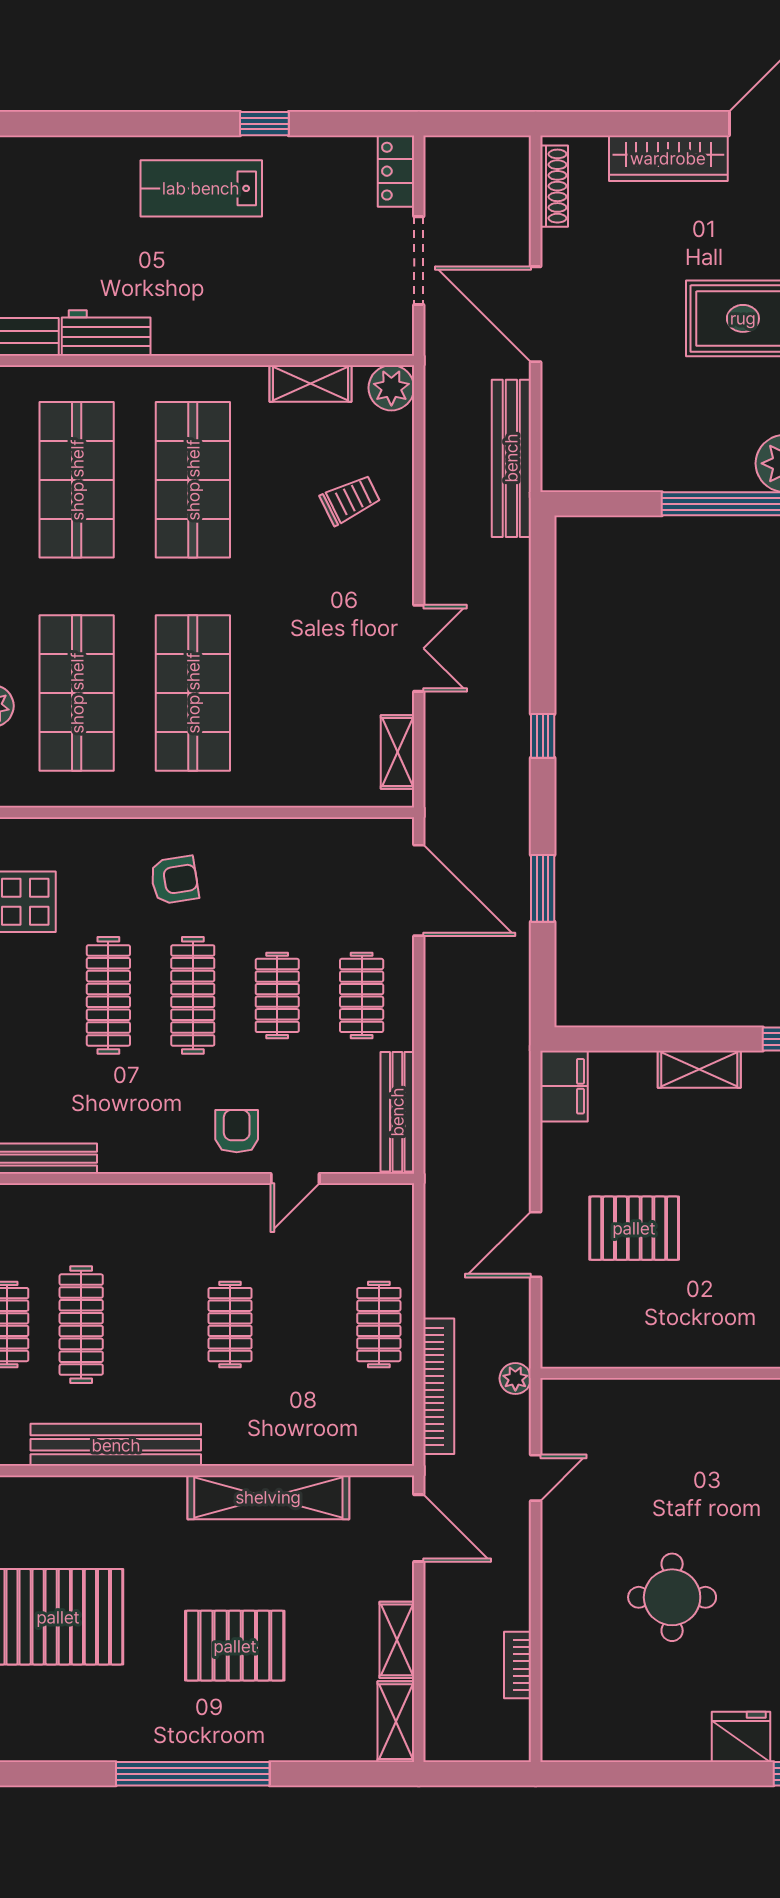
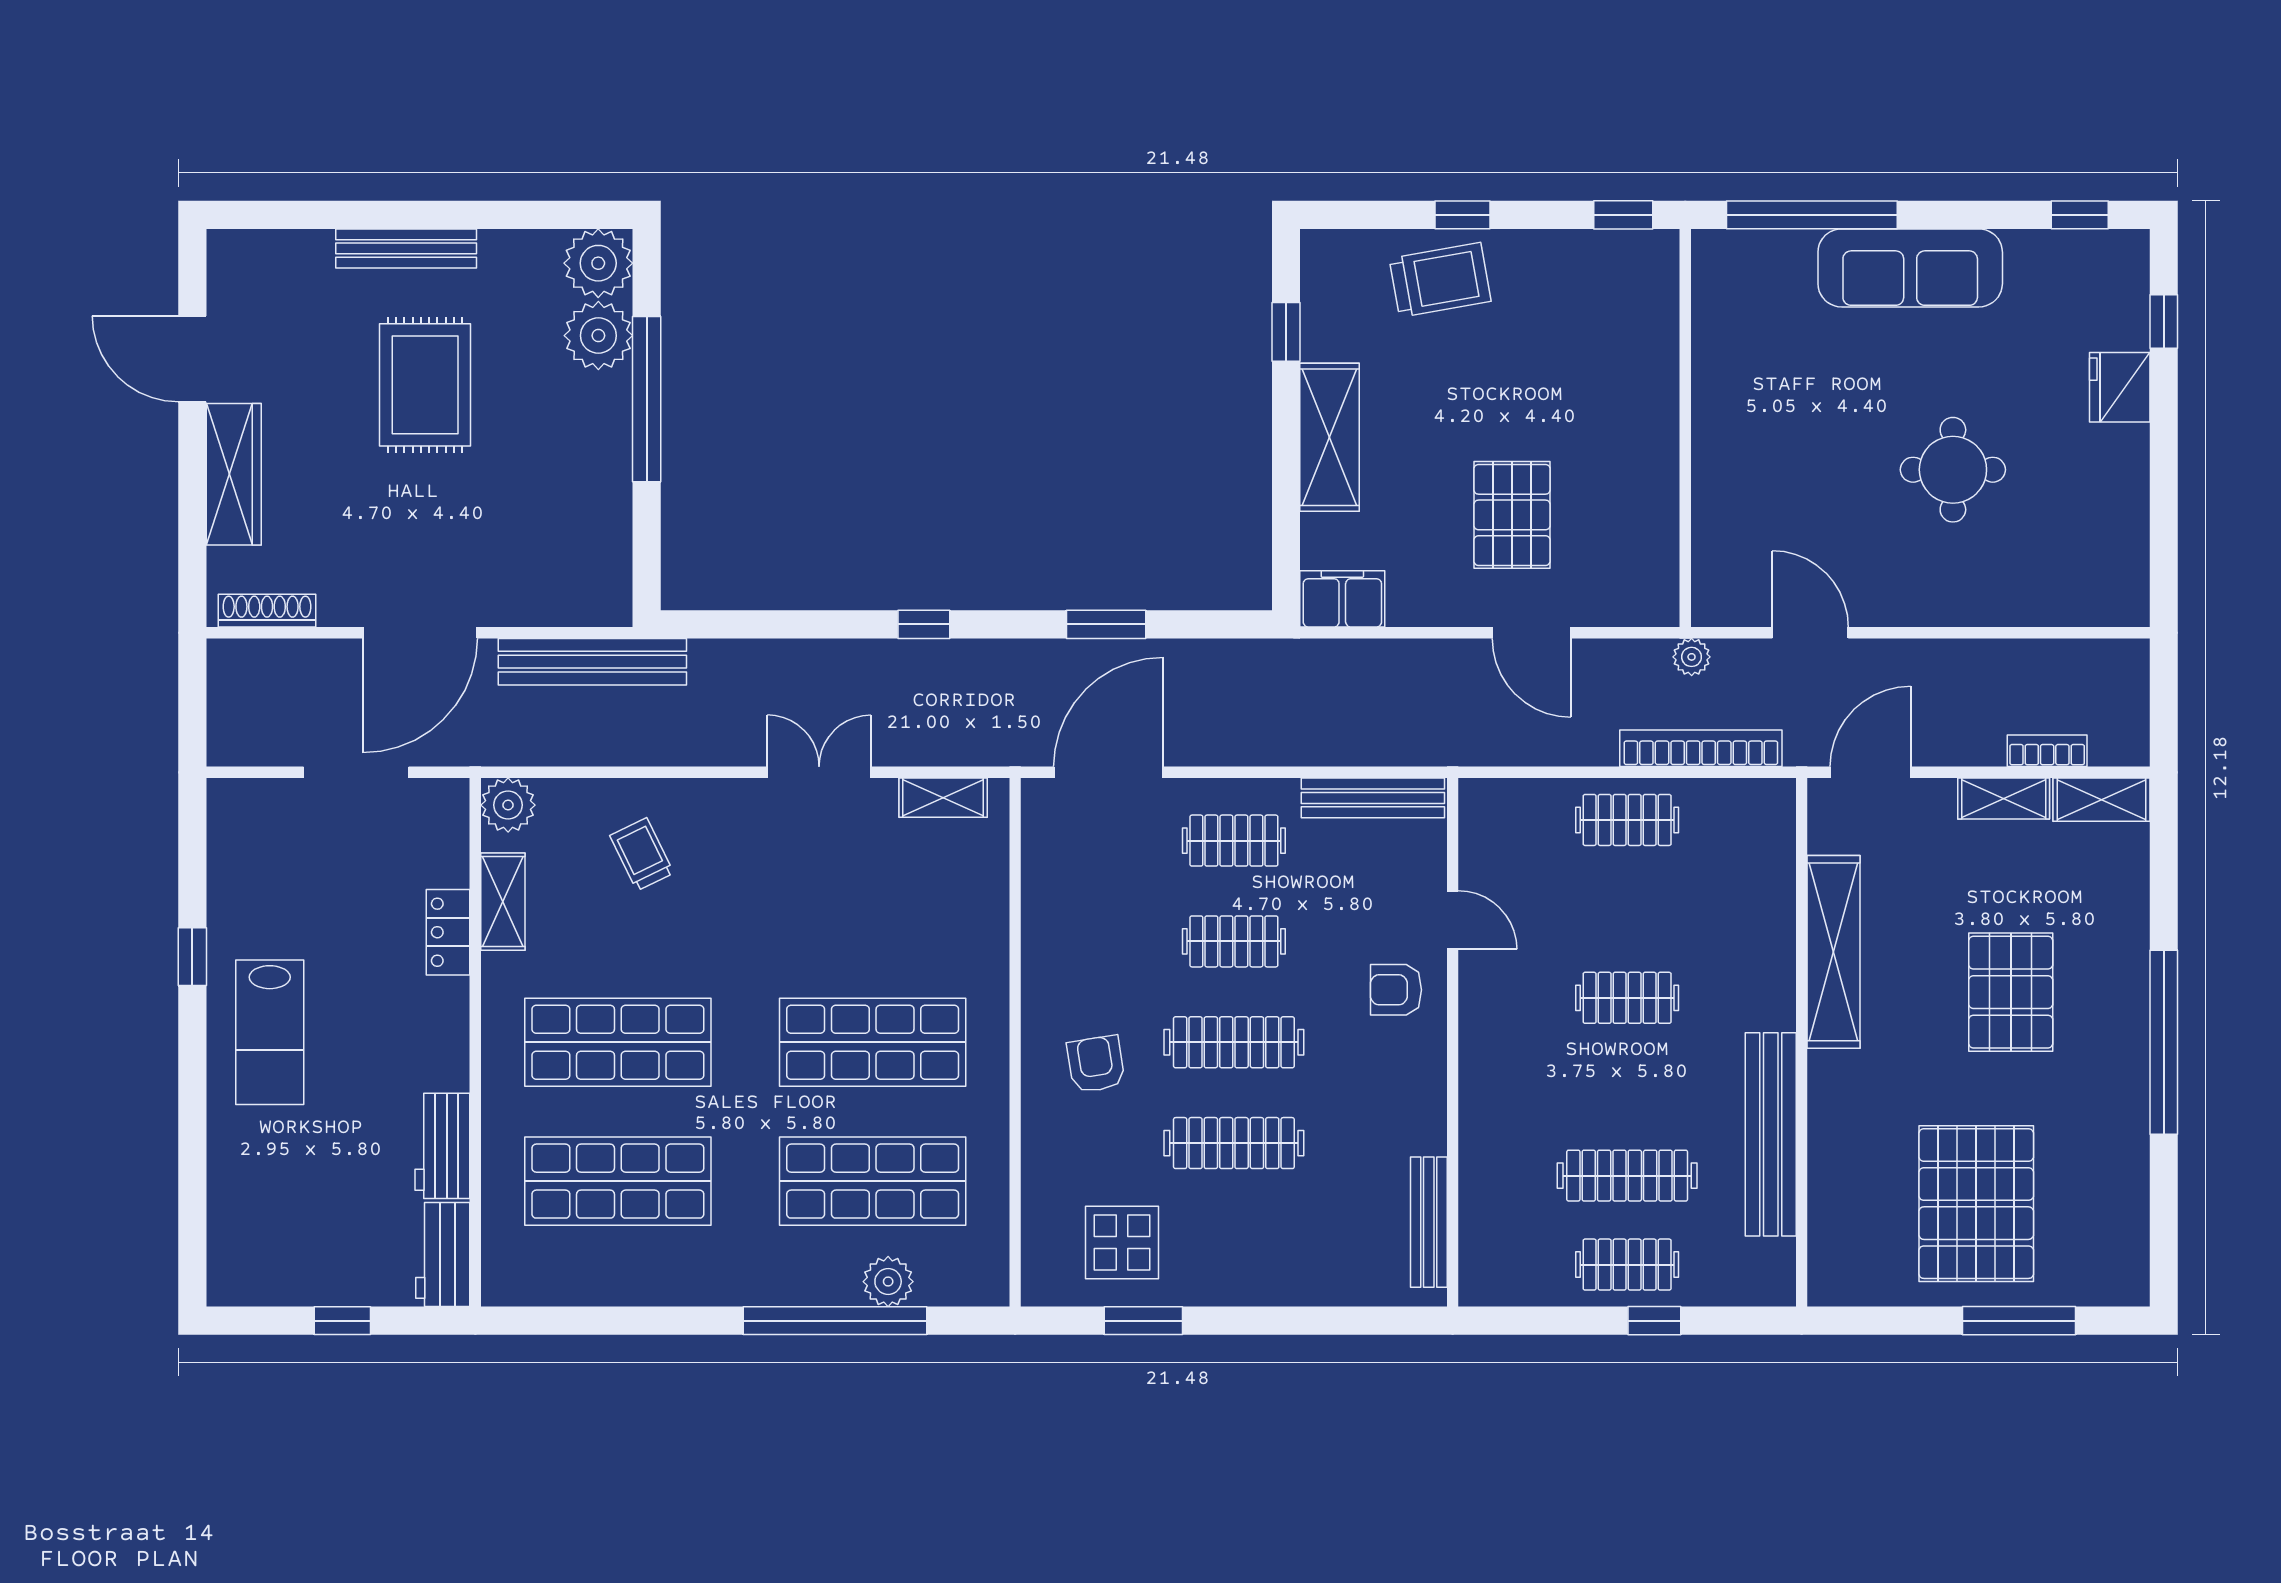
locker: (396, 171) -> (448, 932), moved, turned 90
shelving: (699, 1069) -> (1330, 437), width x1.50, depth x1.33
door: (536, 1478) -> (1810, 633), width x1.38
bookcase: (518, 1665) -> (2047, 751), moved, turned 180

